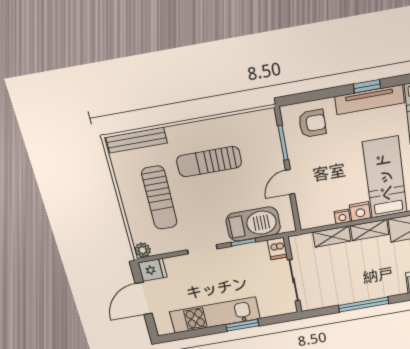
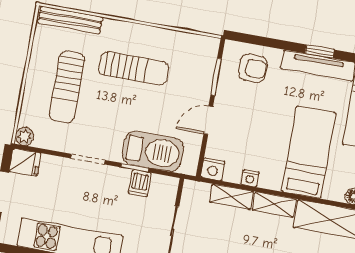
sun lounger: (209, 162) -> (134, 68), turned 180
nightstand: (360, 211) -> (213, 169), moved
dishwasher: (277, 249) -> (140, 183), moved

